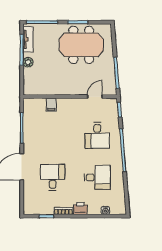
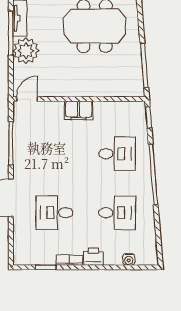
plant: (28, 62) -> (26, 51), width x1.87, depth x1.87
door: (95, 97) -> (27, 99), moved
filing cabinet: (51, 105) -> (79, 110), moved, width x2.00
desk: (97, 135) -> (117, 154), turned -90
desk: (53, 177) -> (54, 213), turned -90

